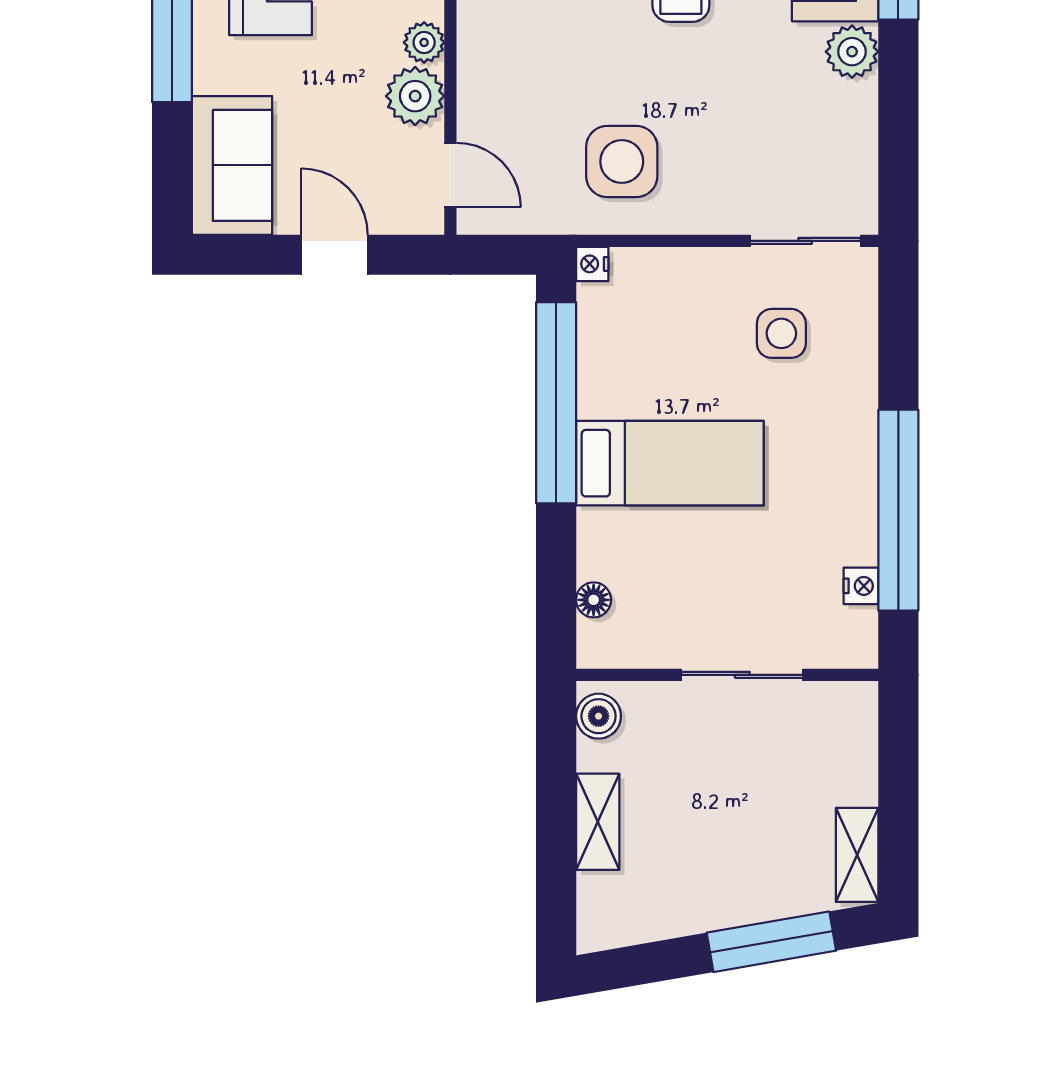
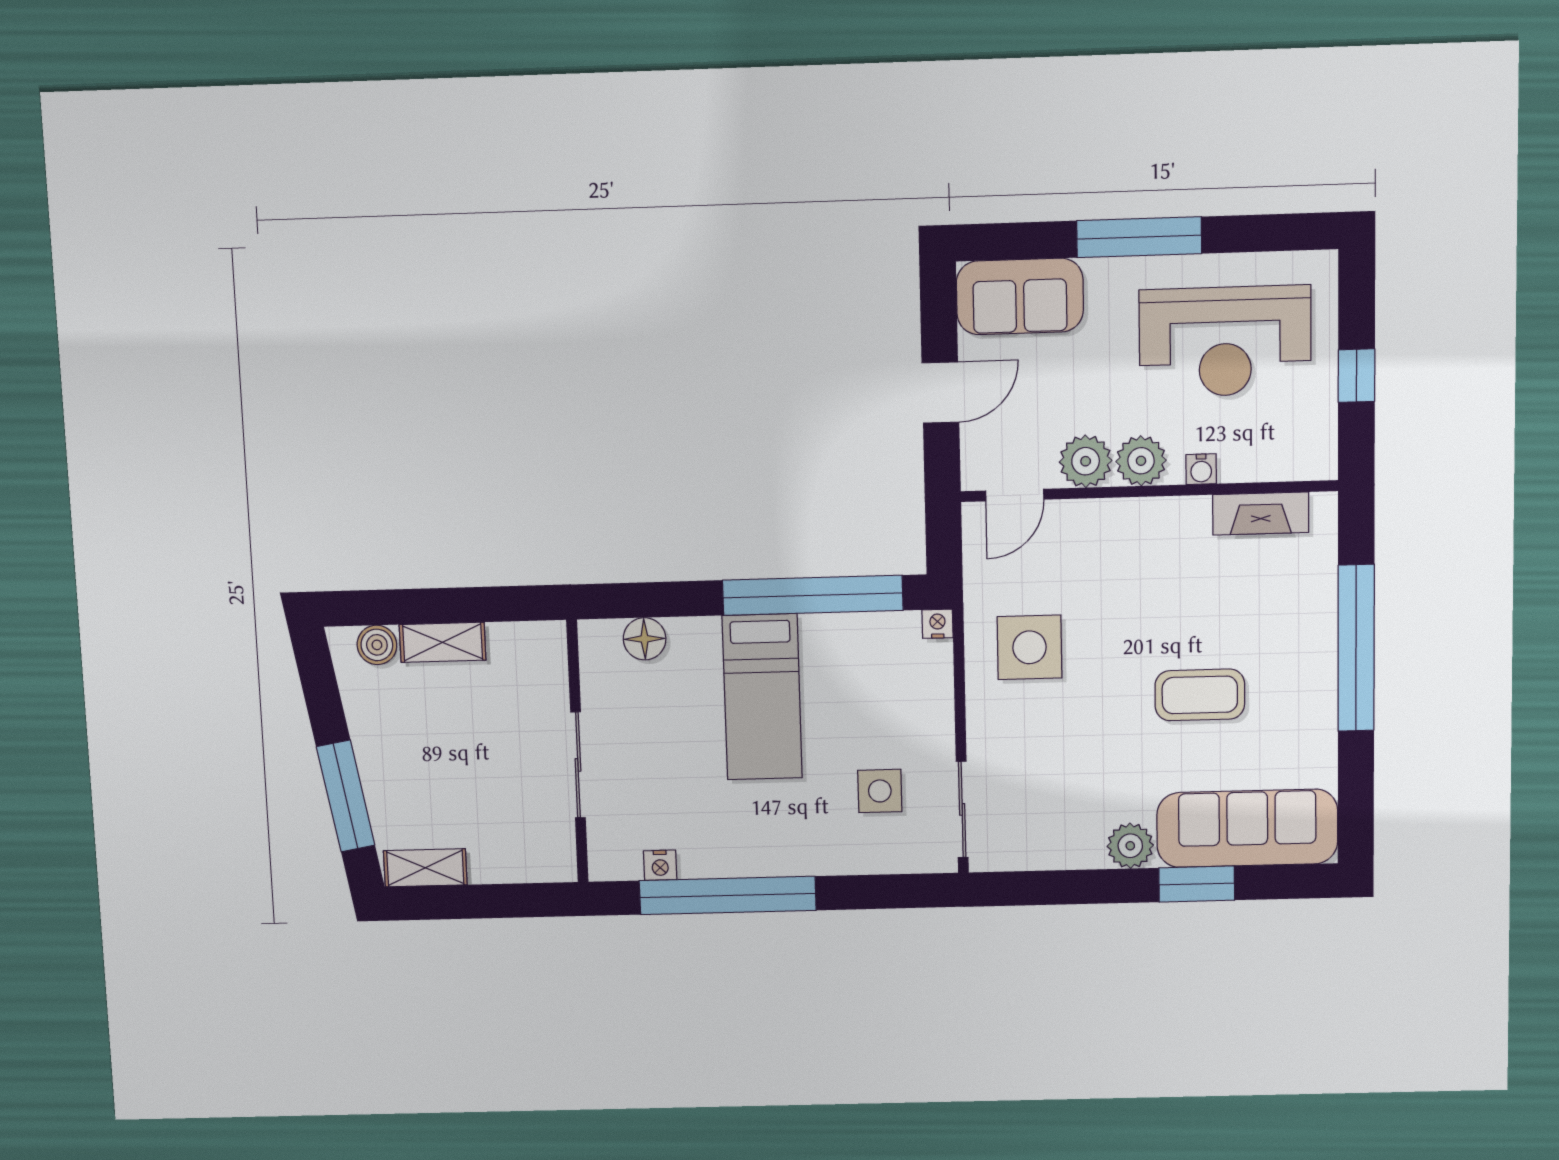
plant: (424, 42) -> (1141, 461), width x1.38, depth x1.38
floor lamp: (594, 600) -> (645, 639), width x1.37, depth x1.37
boiler: (599, 716) -> (377, 645), moved

